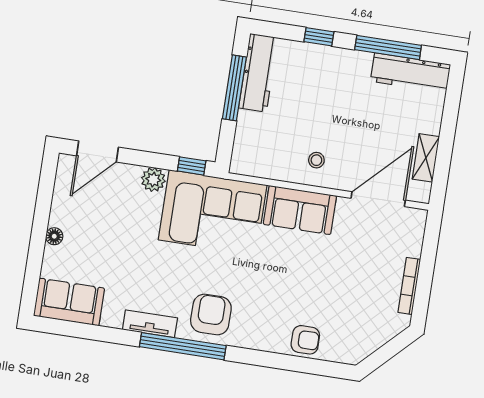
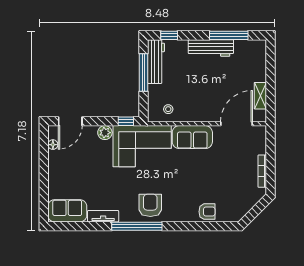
window: (319, 37) -> (169, 35), moved
workbench: (411, 73) -> (211, 48), moved
stool: (316, 160) -> (168, 109), moved
floor lamp: (54, 236) -> (53, 145), moved
tv unit: (150, 324) -> (103, 216), moved

